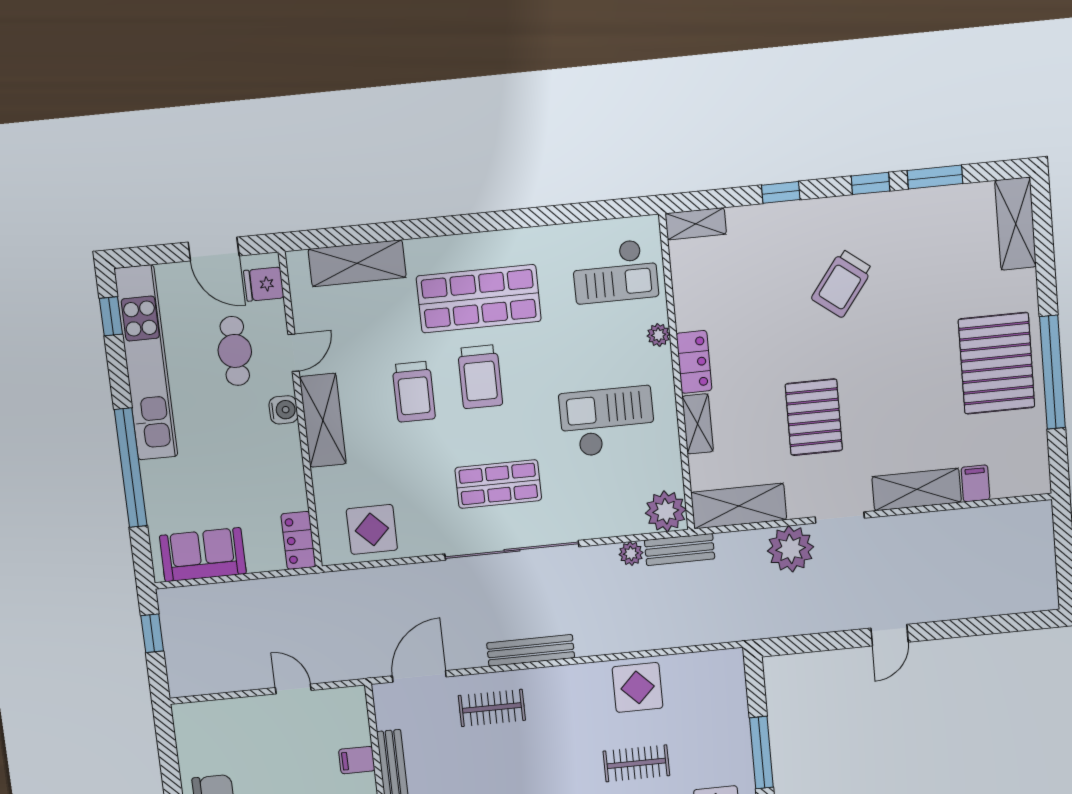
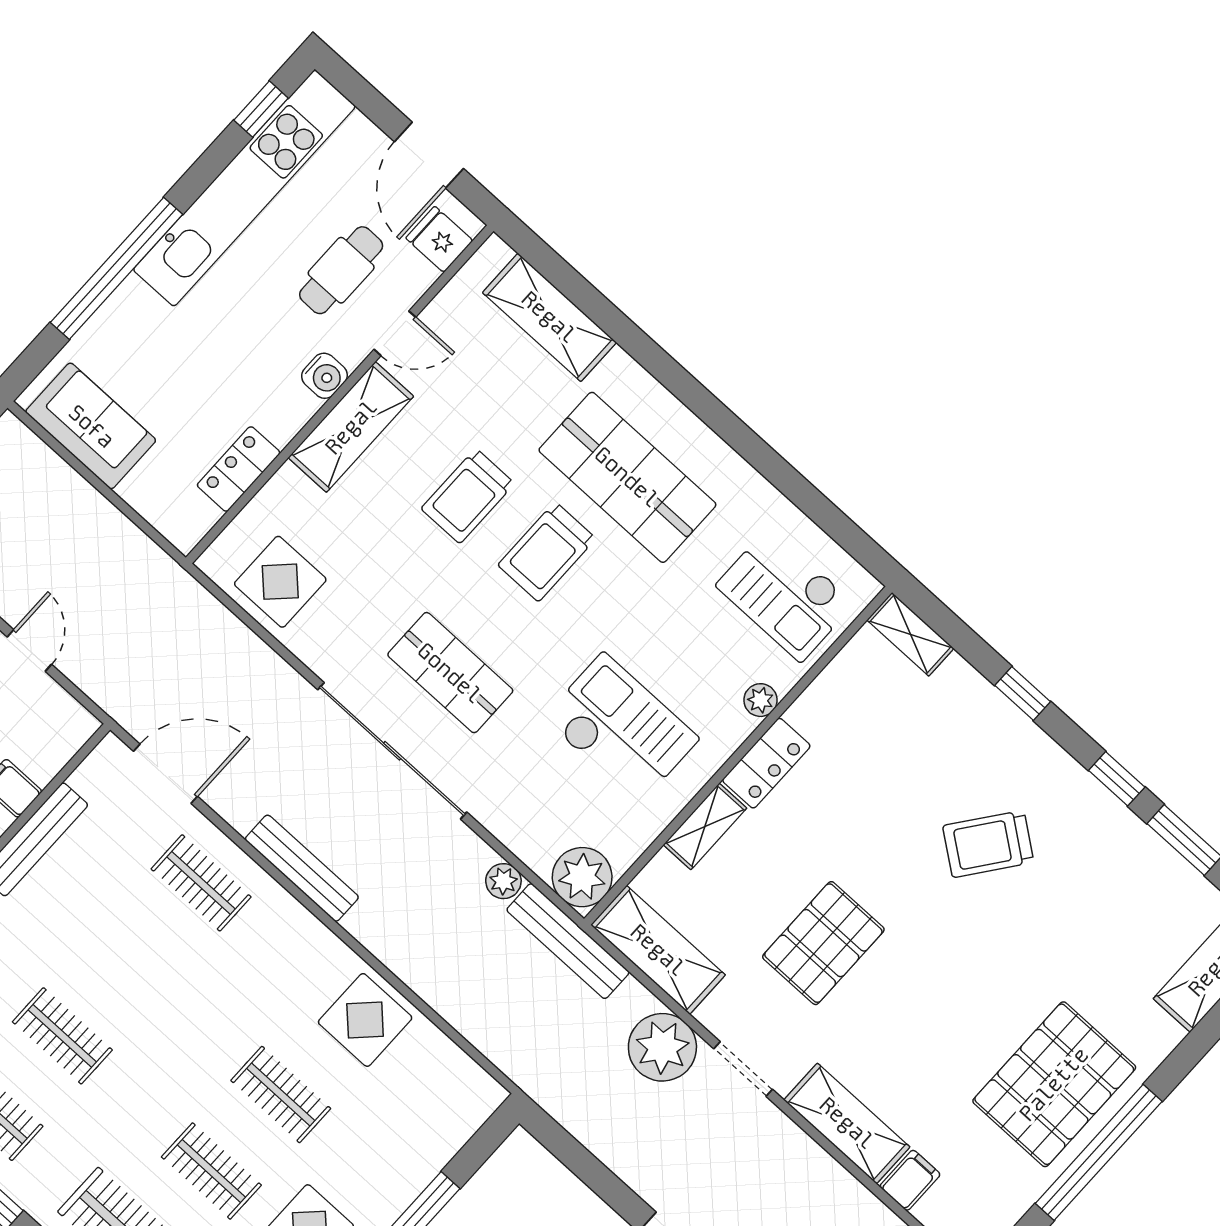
locker: (298, 540) -> (239, 469), moved
bench: (680, 549) -> (568, 941), width x1.36

